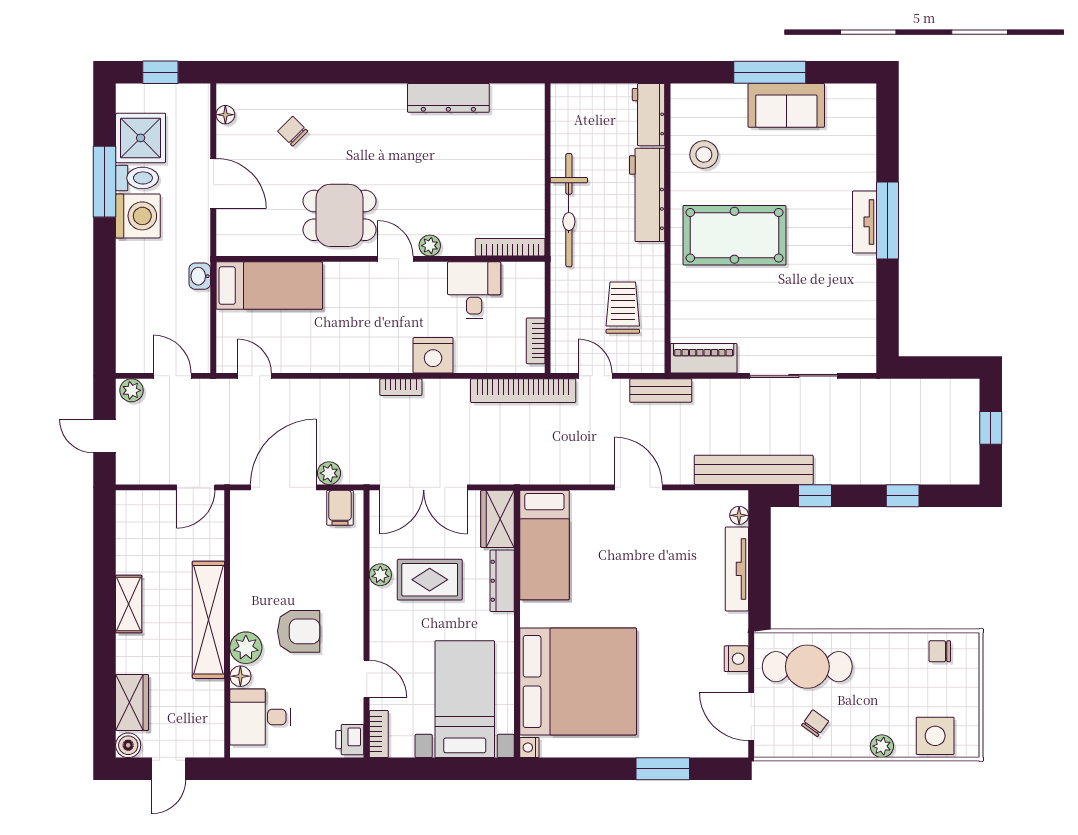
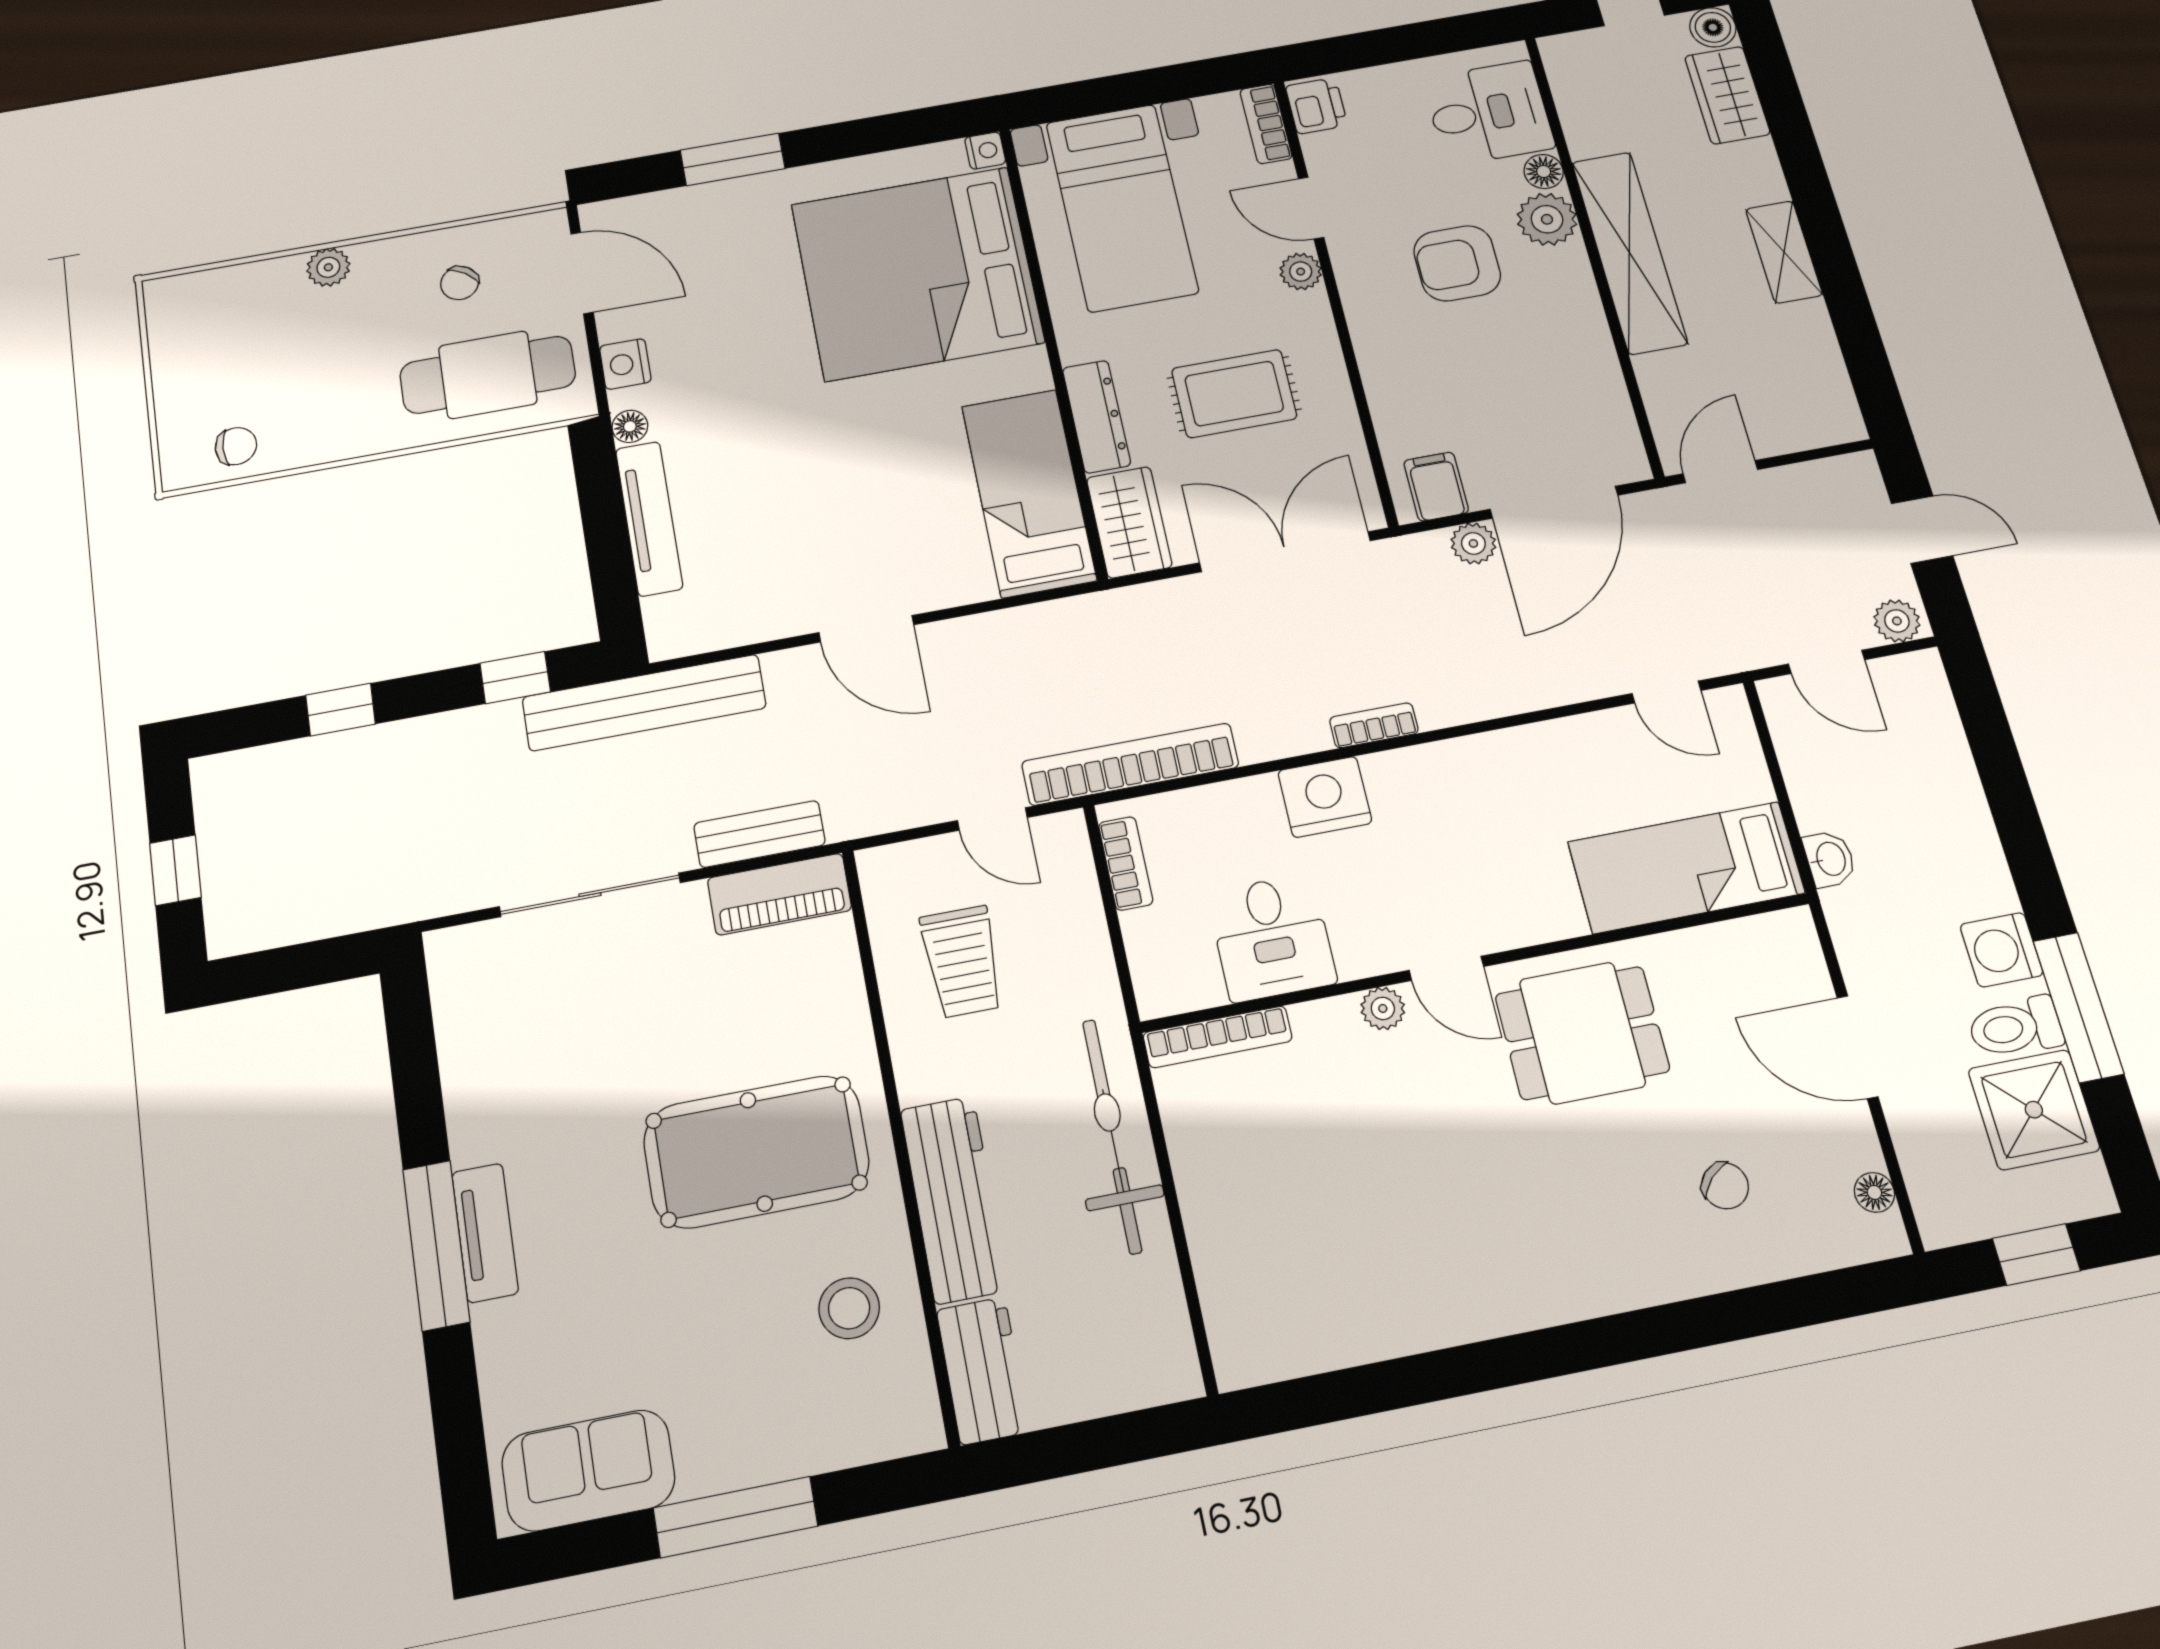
dresser: (448, 98) -> (1417, 1321), removed
sofa: (786, 105) -> (588, 1470), moved
washing machine: (138, 216) -> (2002, 950), width x0.73, depth x0.73
bench: (661, 391) -> (759, 834), moved
floor lamp: (739, 515) -> (630, 426), moved
plant: (380, 575) -> (1301, 272), moved
side table: (935, 736) -> (229, 302), removed

